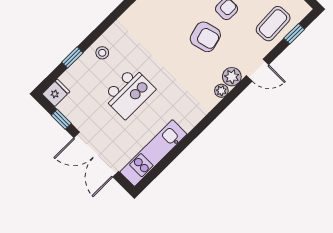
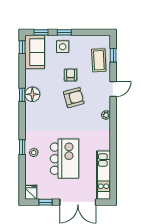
window: (72, 57) -> (22, 147), moved
plant: (232, 77) -> (104, 104), removed
kitchen island: (129, 93) -> (64, 159), width x1.37, depth x1.28

